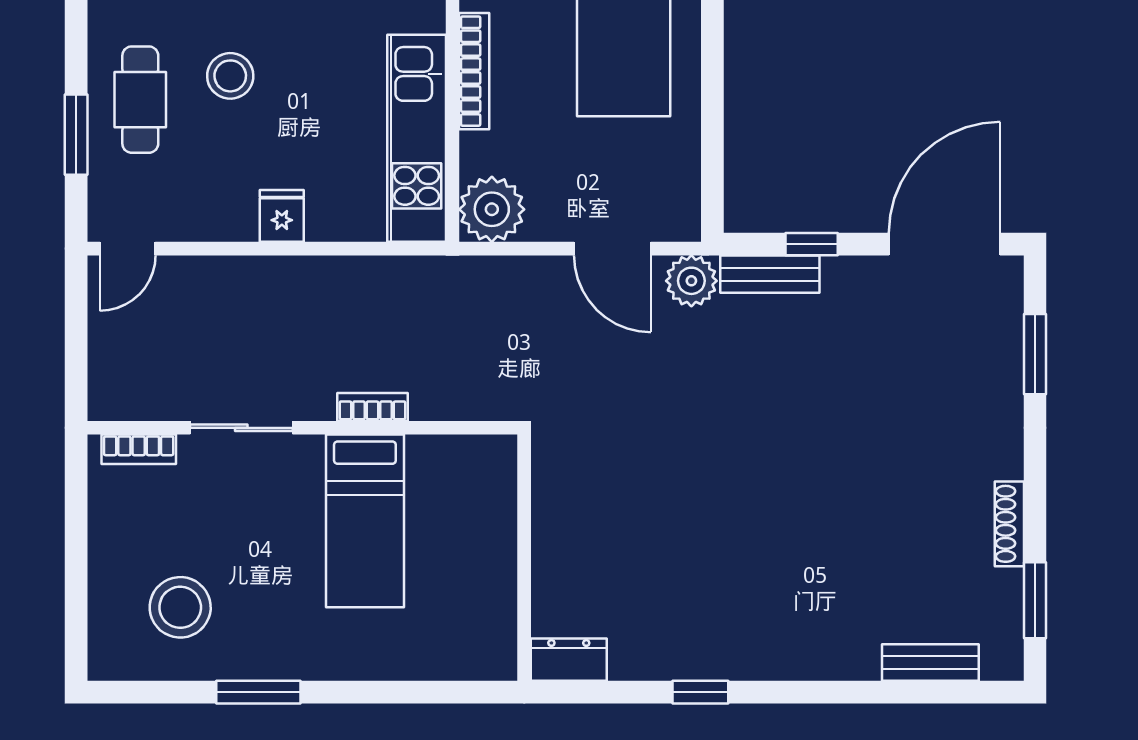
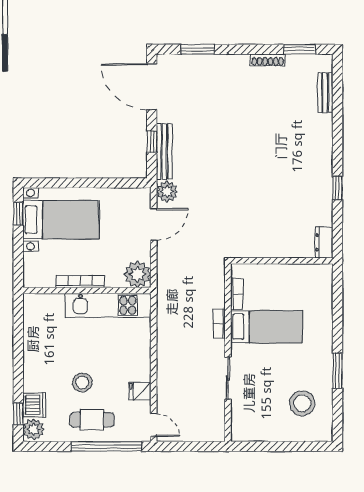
window: (76, 135) -> (107, 446), width x2.11
fridge: (282, 216) -> (140, 391), moved
bench: (770, 274) -> (164, 152), width x1.36
bookcase: (139, 449) -> (237, 294), moved

